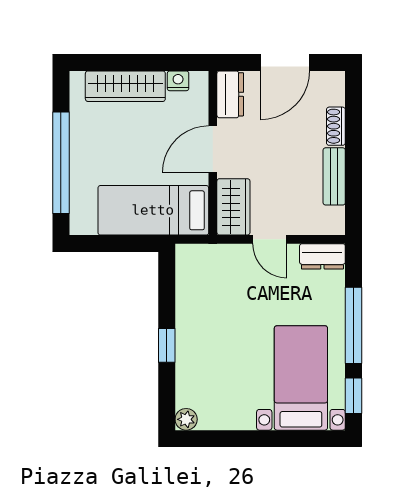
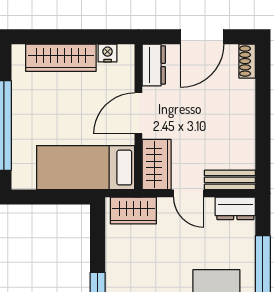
shoe rack: (336, 126) -> (247, 61), moved
bench: (334, 176) -> (230, 180), moved, turned 90
wardrobe: (207, 259) -> (133, 210), added

